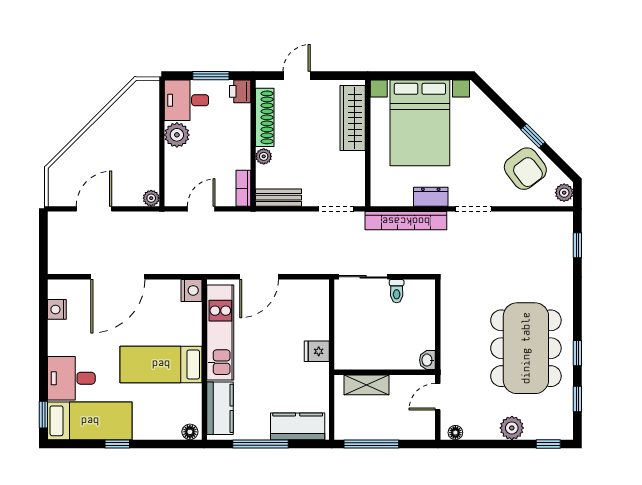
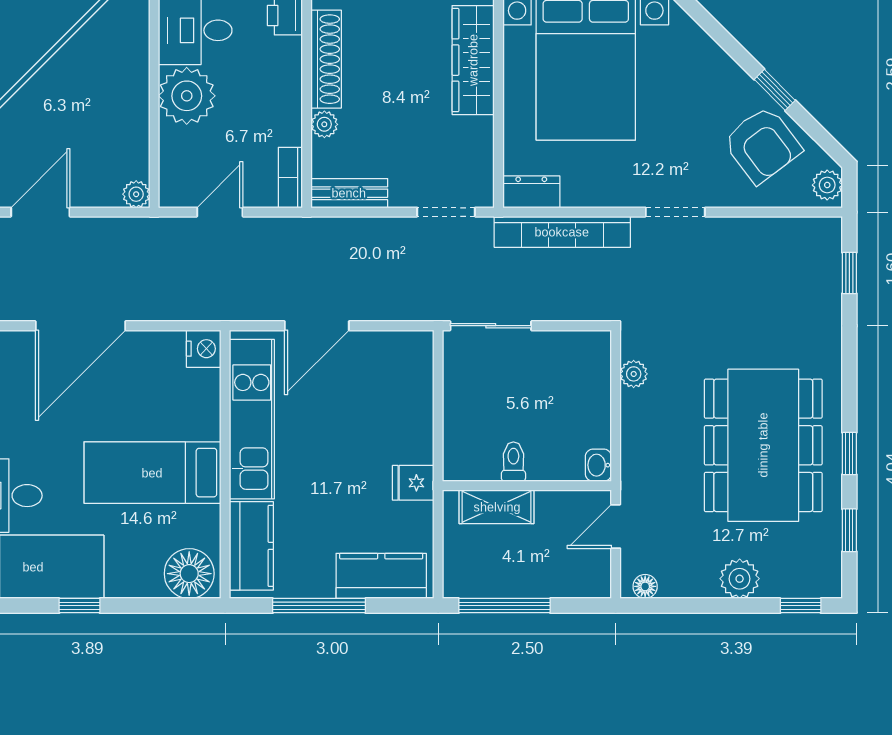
plant: (177, 135) -> (187, 96), width x1.36, depth x1.36
dresser: (431, 197) -> (531, 192), moved
toilet: (397, 291) -> (513, 462), moved, turned 180
plant: (449, 306) -> (634, 374), added
fridge: (317, 351) -> (413, 483), moved
floor lamp: (190, 432) -> (189, 574), width x1.89, depth x1.89

